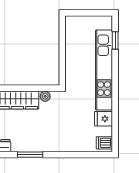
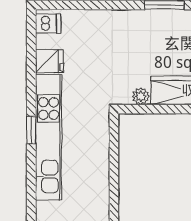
window: (115, 40) -> (31, 130), moved

